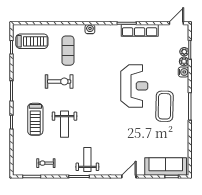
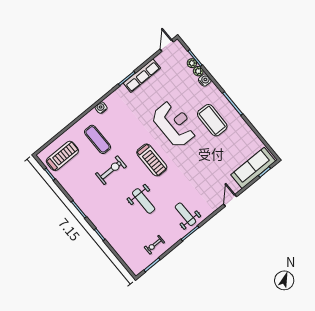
treadmill: (35, 119) -> (152, 160), moved

